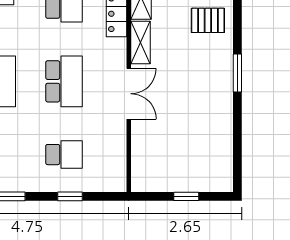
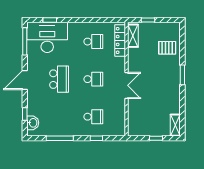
shelving: (140, 42) -> (175, 125), moved
school desk: (64, 81) -> (93, 79), width x0.54

